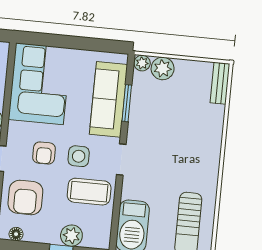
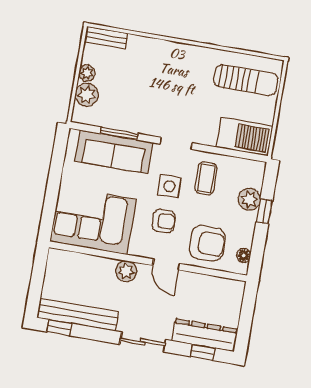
plant: (142, 63) -> (87, 73), moved
coffee table: (89, 192) -> (206, 178), width x0.73, depth x0.77

